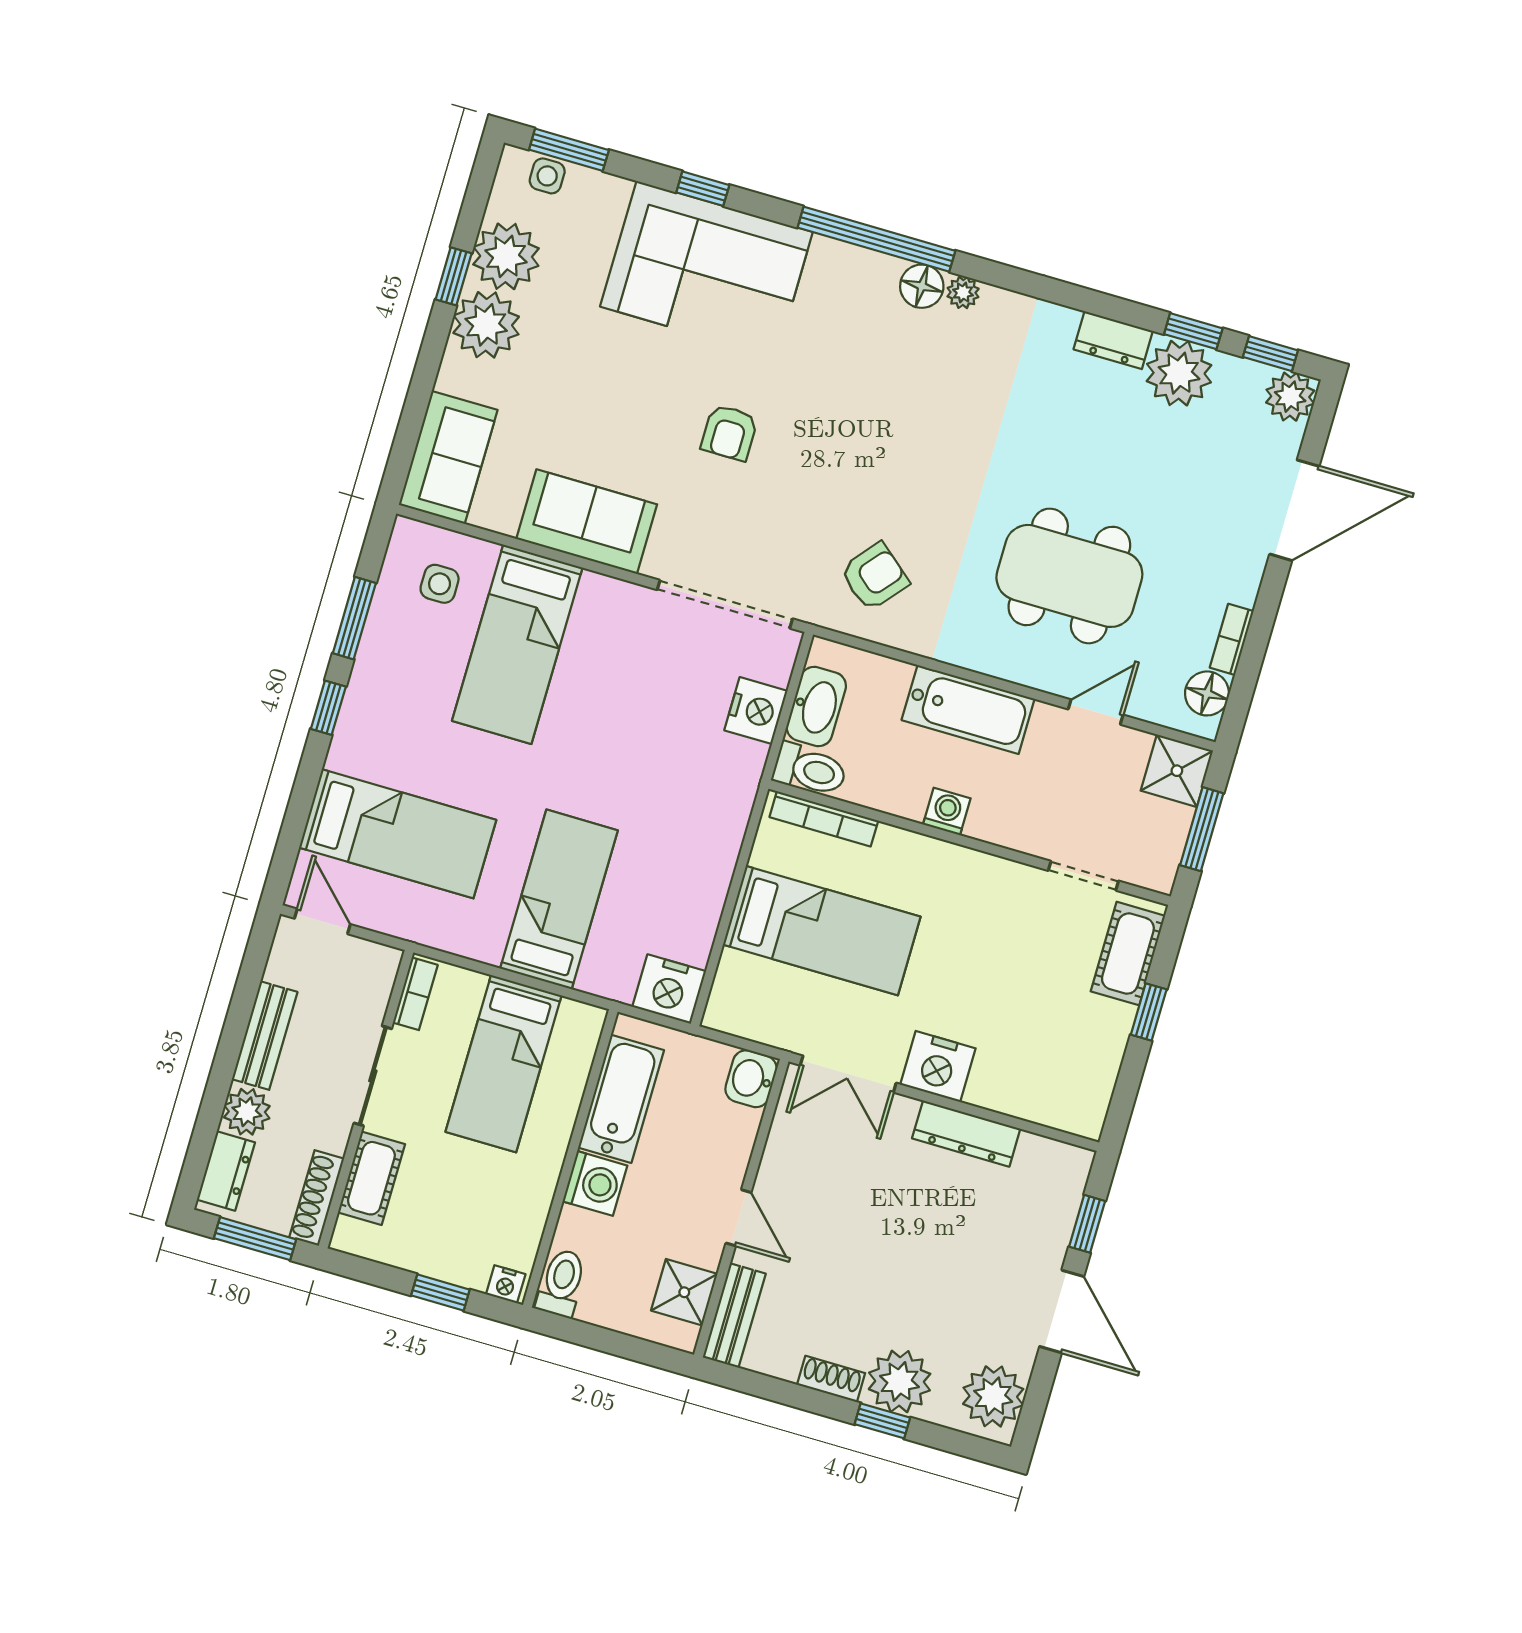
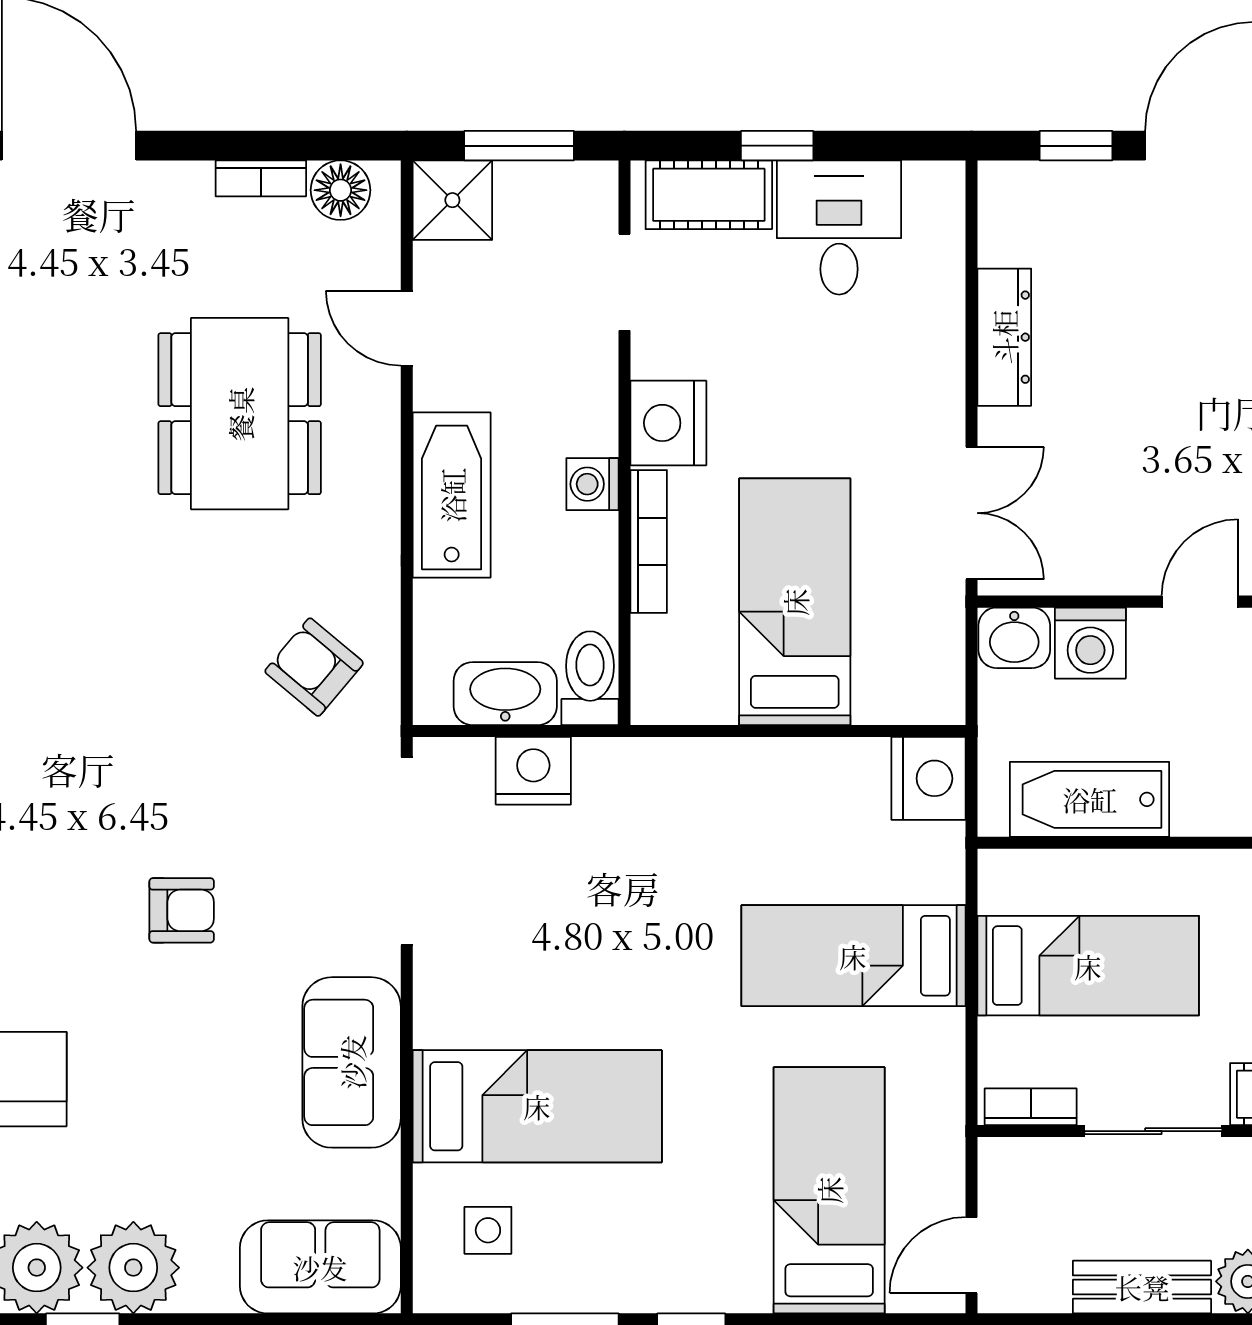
bookcase: (824, 819) -> (649, 541), moved
desk: (1078, 1039) -> (839, 227), added
nightstand: (938, 1066) -> (668, 423), moved, turned 180
washing machine: (595, 1183) -> (1090, 643), moved, turned 180

